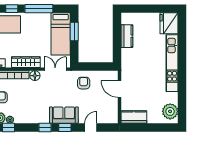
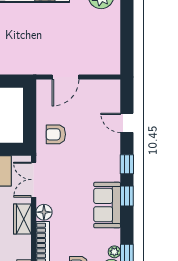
wardrobe: (26, 62) -> (22, 219), width x0.67
sofa: (64, 115) -> (107, 205), moved
kitchen counter: (134, 117) -> (110, 54), removed

